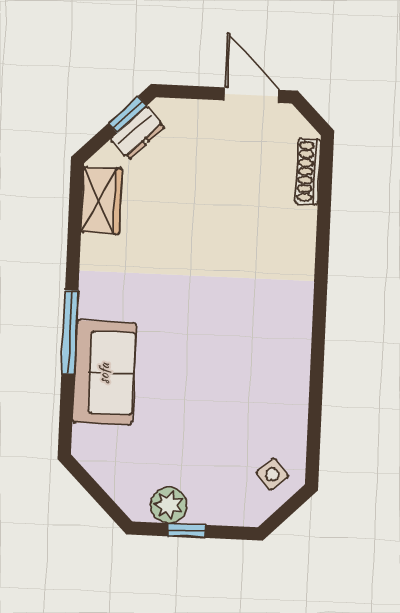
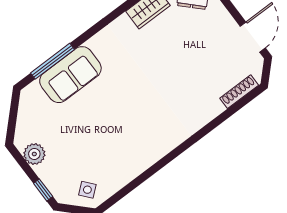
window: (70, 332) -> (53, 61), moved
window: (186, 531) -> (43, 190), moved

